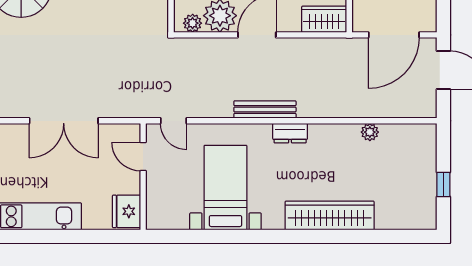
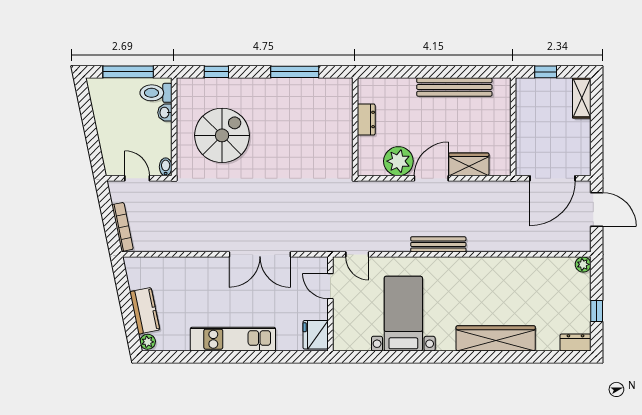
wardrobe: (324, 19) -> (469, 164), moved
plant: (193, 23) -> (374, 168), removed
plant: (370, 132) -> (583, 264), moved
dresser: (290, 133) -> (575, 343), moved, turned 180

